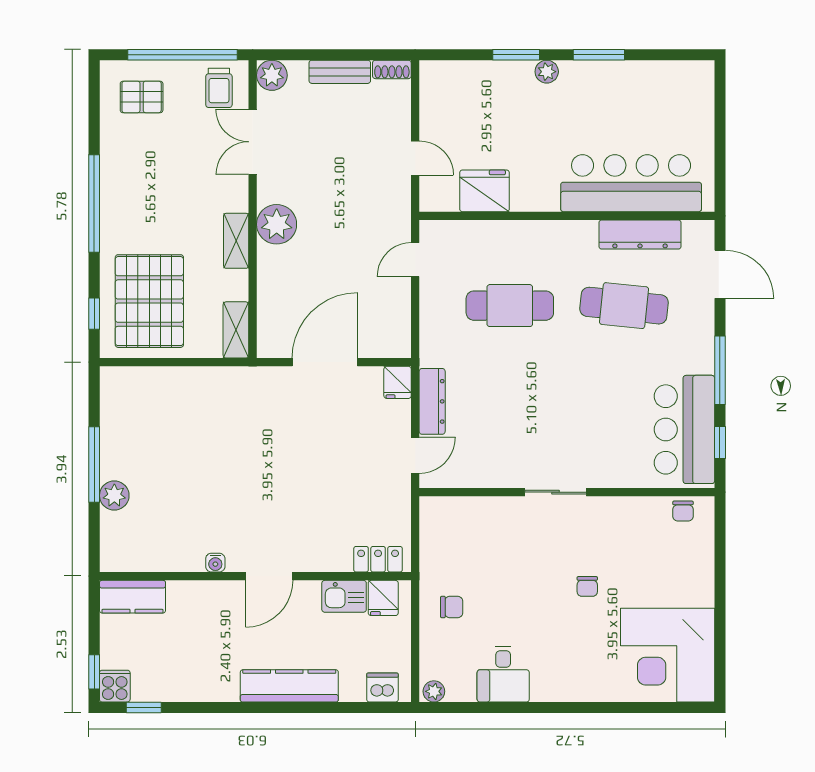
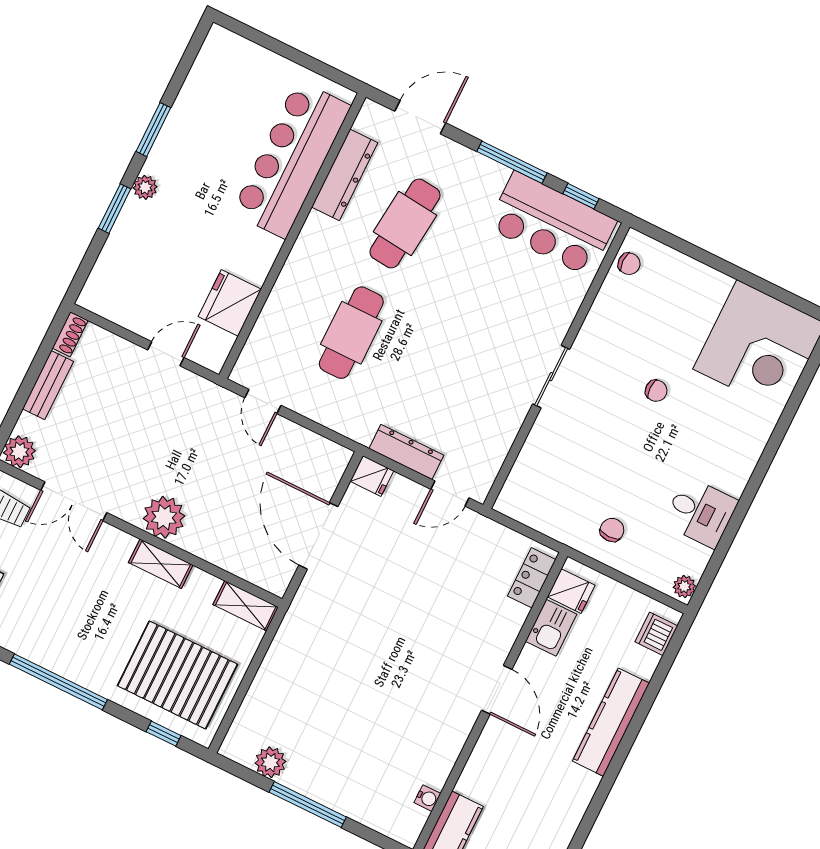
door: (415, 455) -> (450, 493), swing flipped
plant: (114, 495) -> (270, 762), moved
water cooler: (215, 563) -> (427, 798), moved

